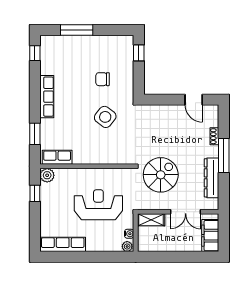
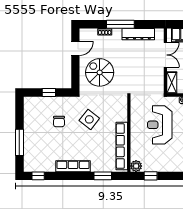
window: (139, 53) -> (49, 92), moved
row of seats: (57, 157) -> (122, 146), width x2.02
spiral stairs: (161, 175) -> (100, 72), moved

